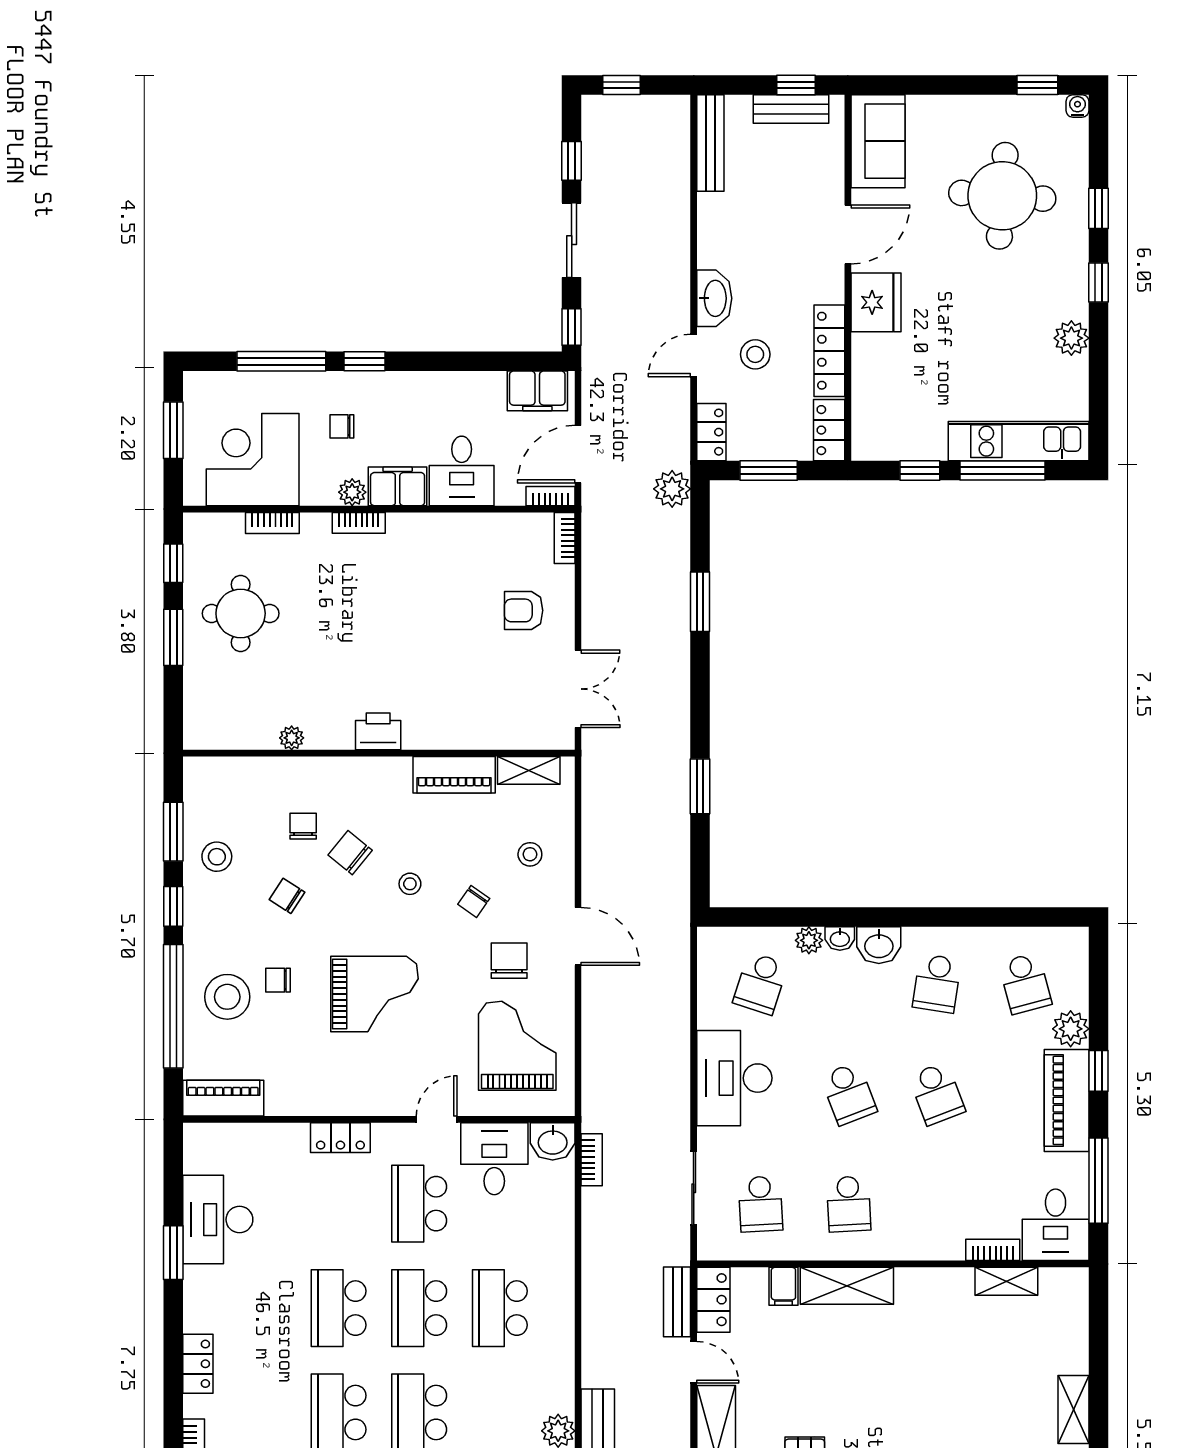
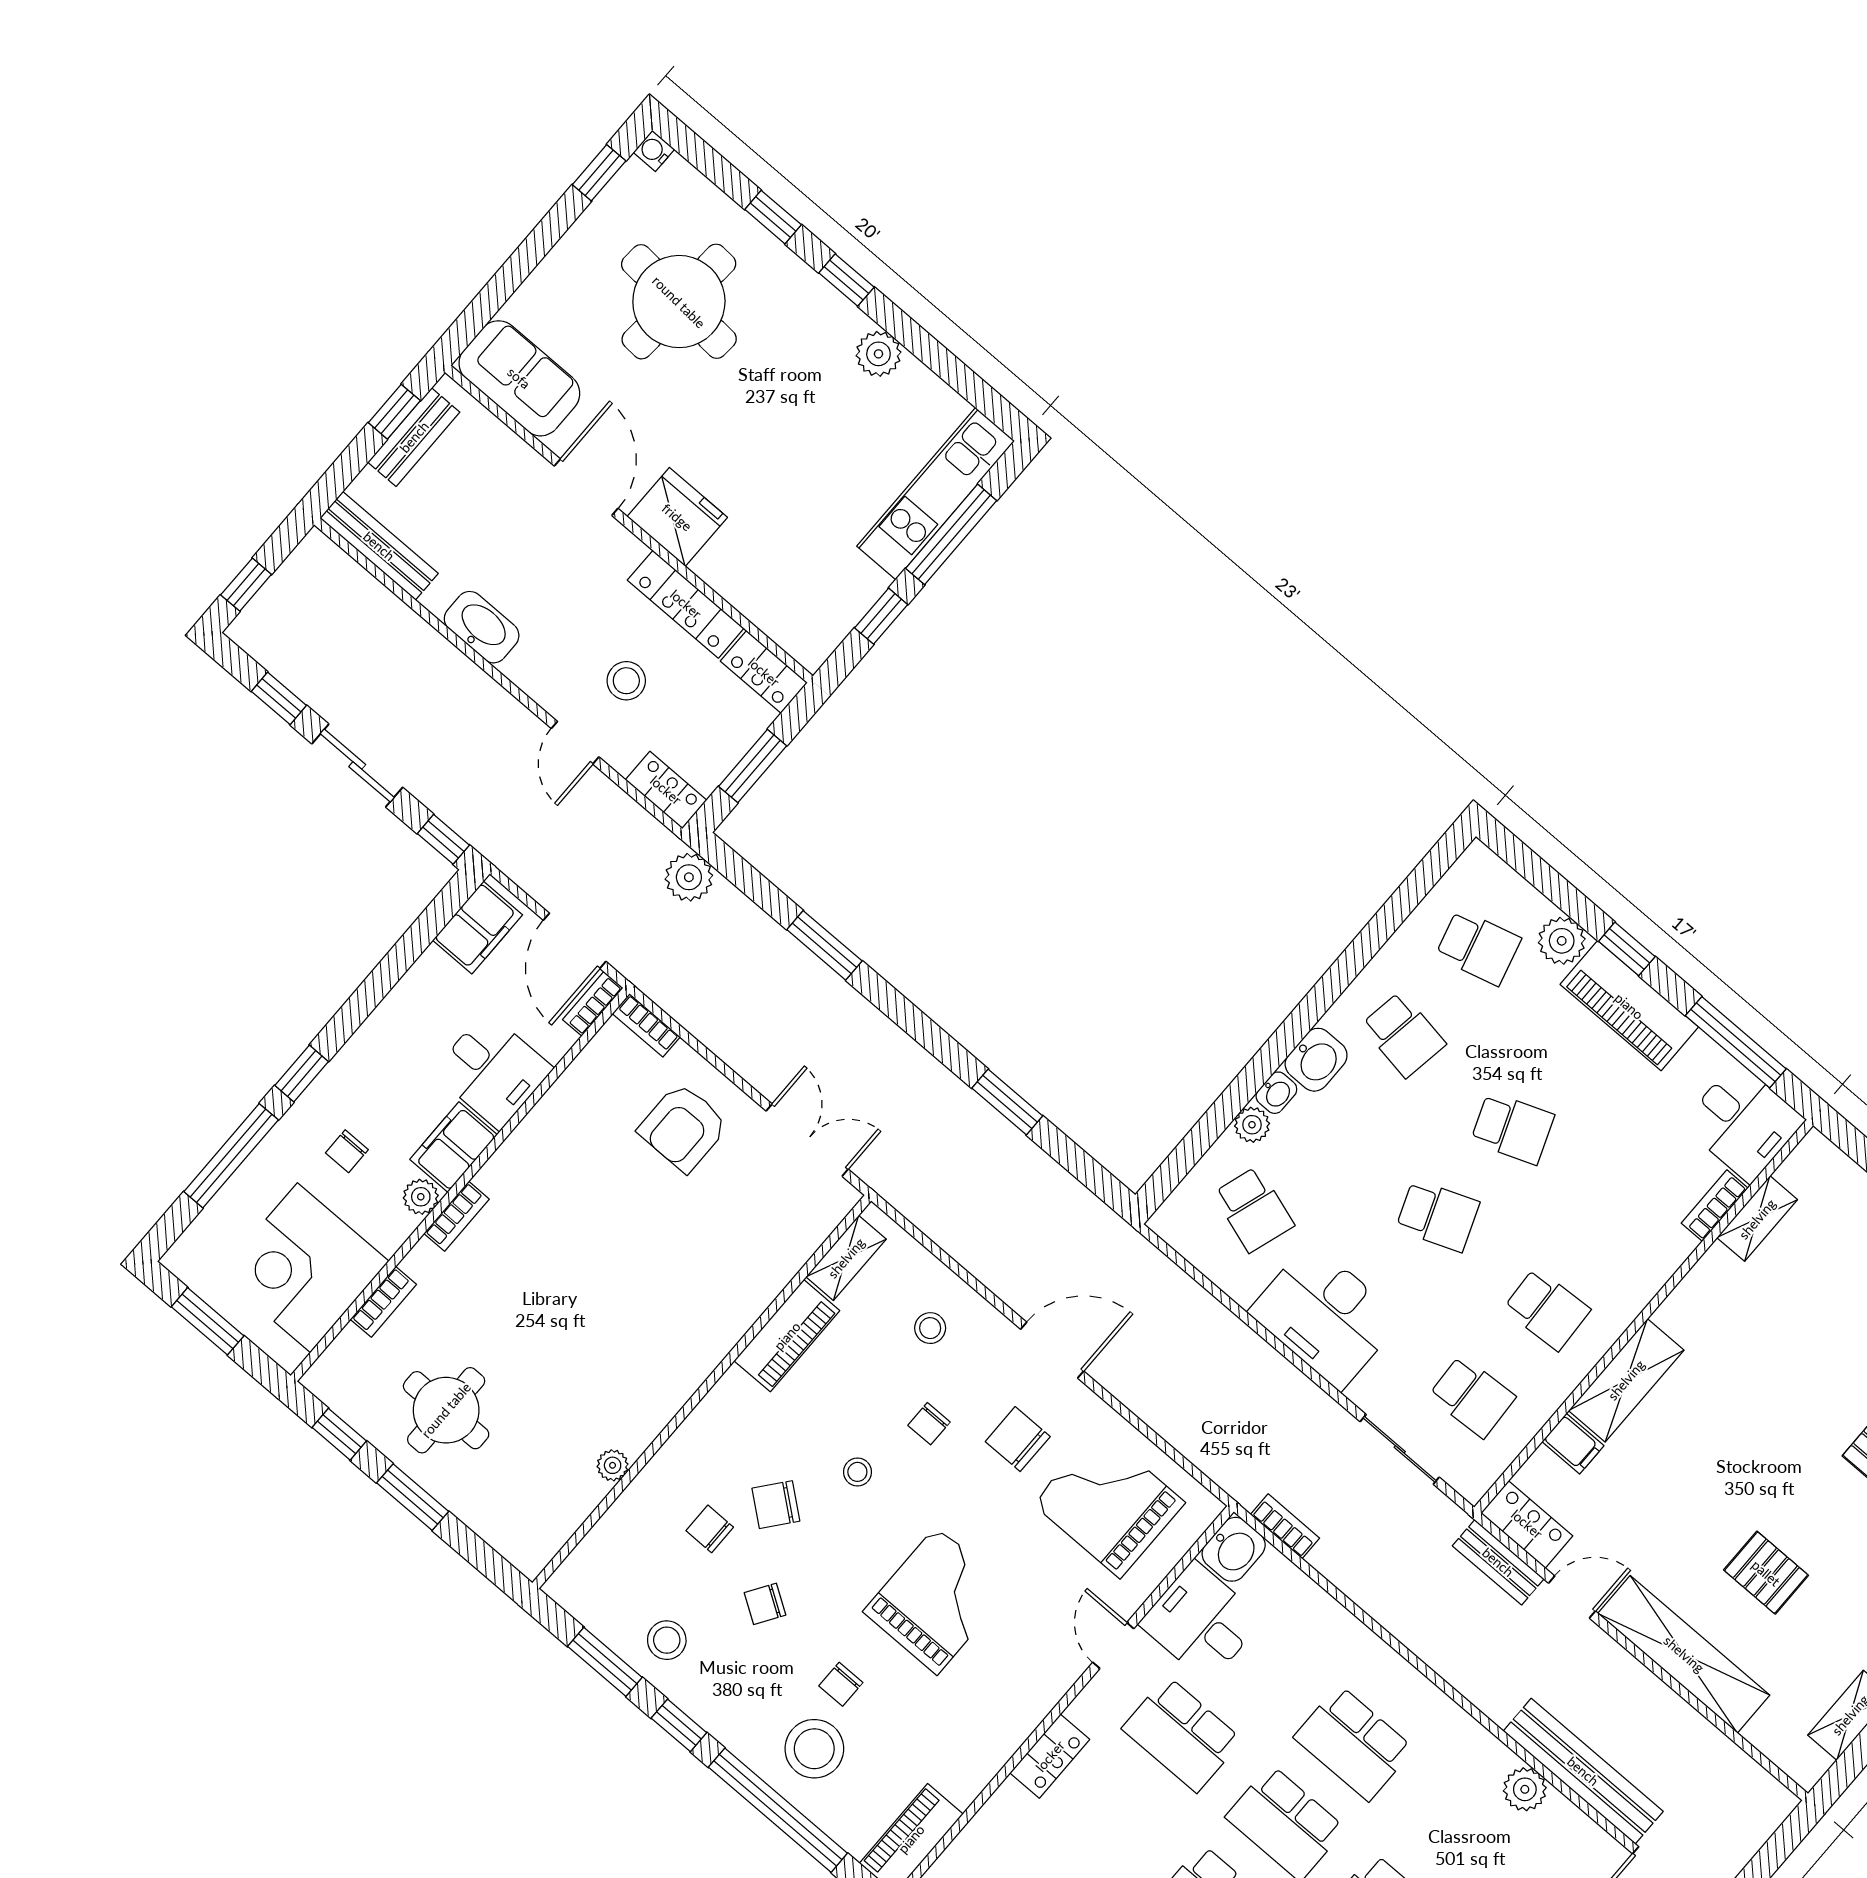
washbasin: (714, 298) -> (482, 627), moved
armchair: (524, 610) -> (683, 1127), width x1.38, depth x1.38
printer: (378, 731) -> (680, 1374), removed
chair: (474, 901) -> (929, 1424), turned 55

